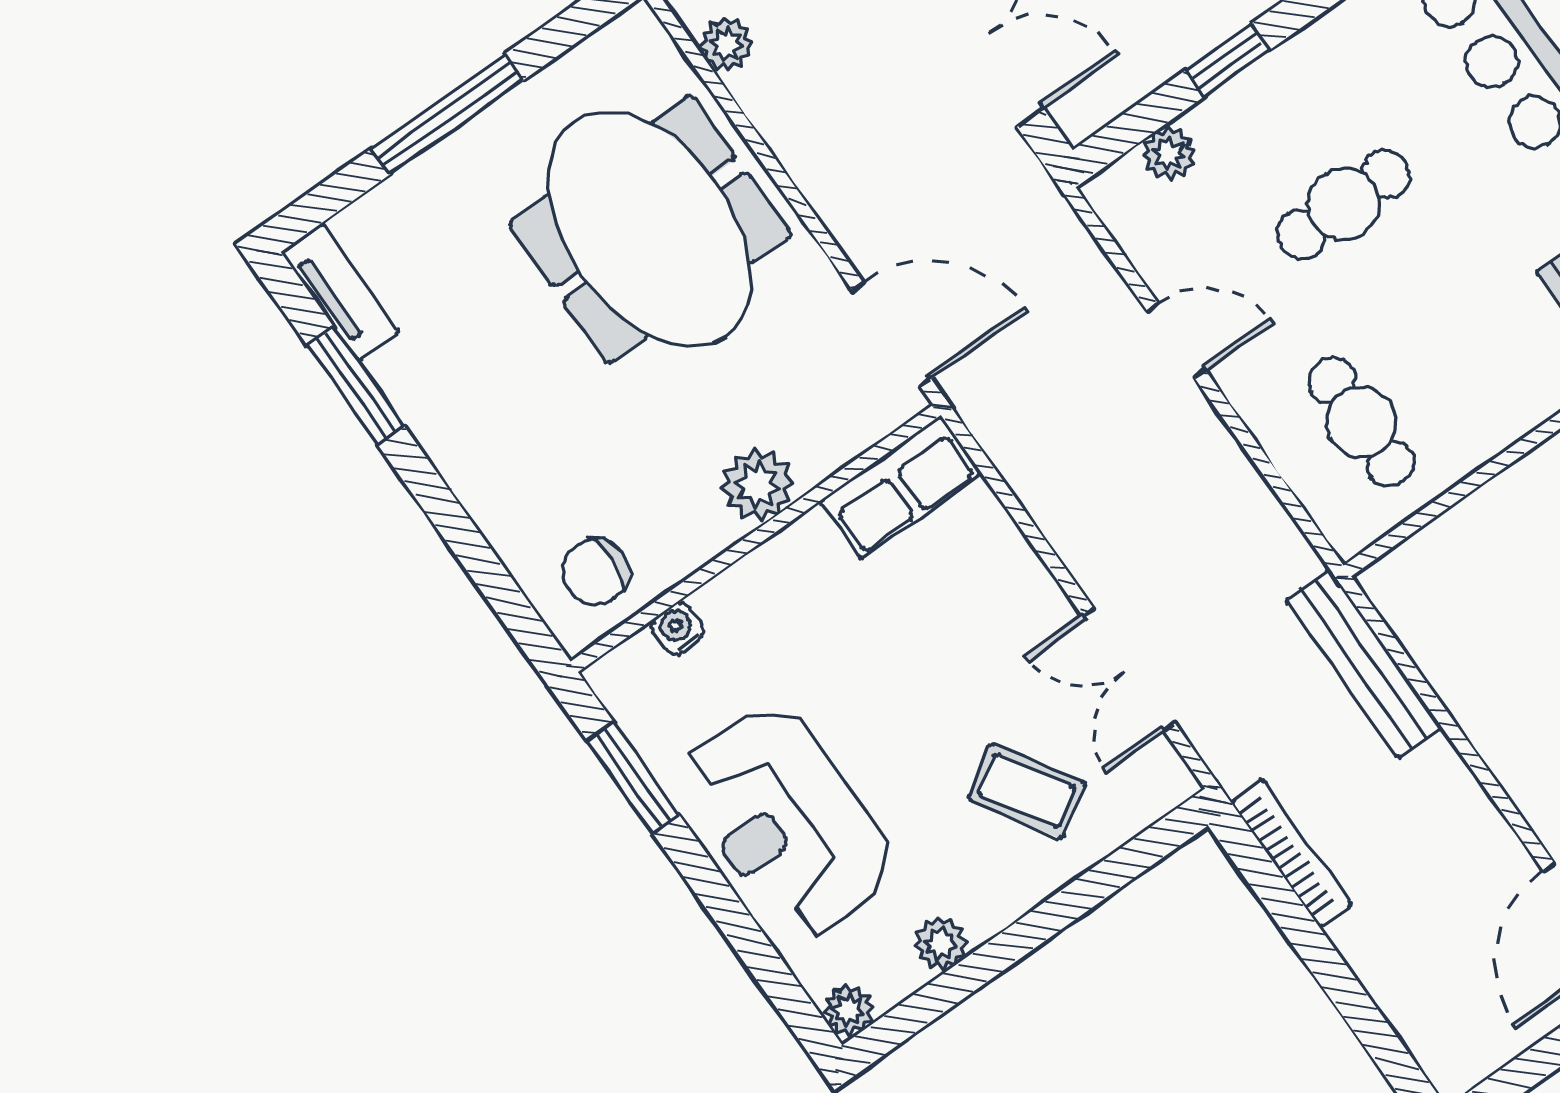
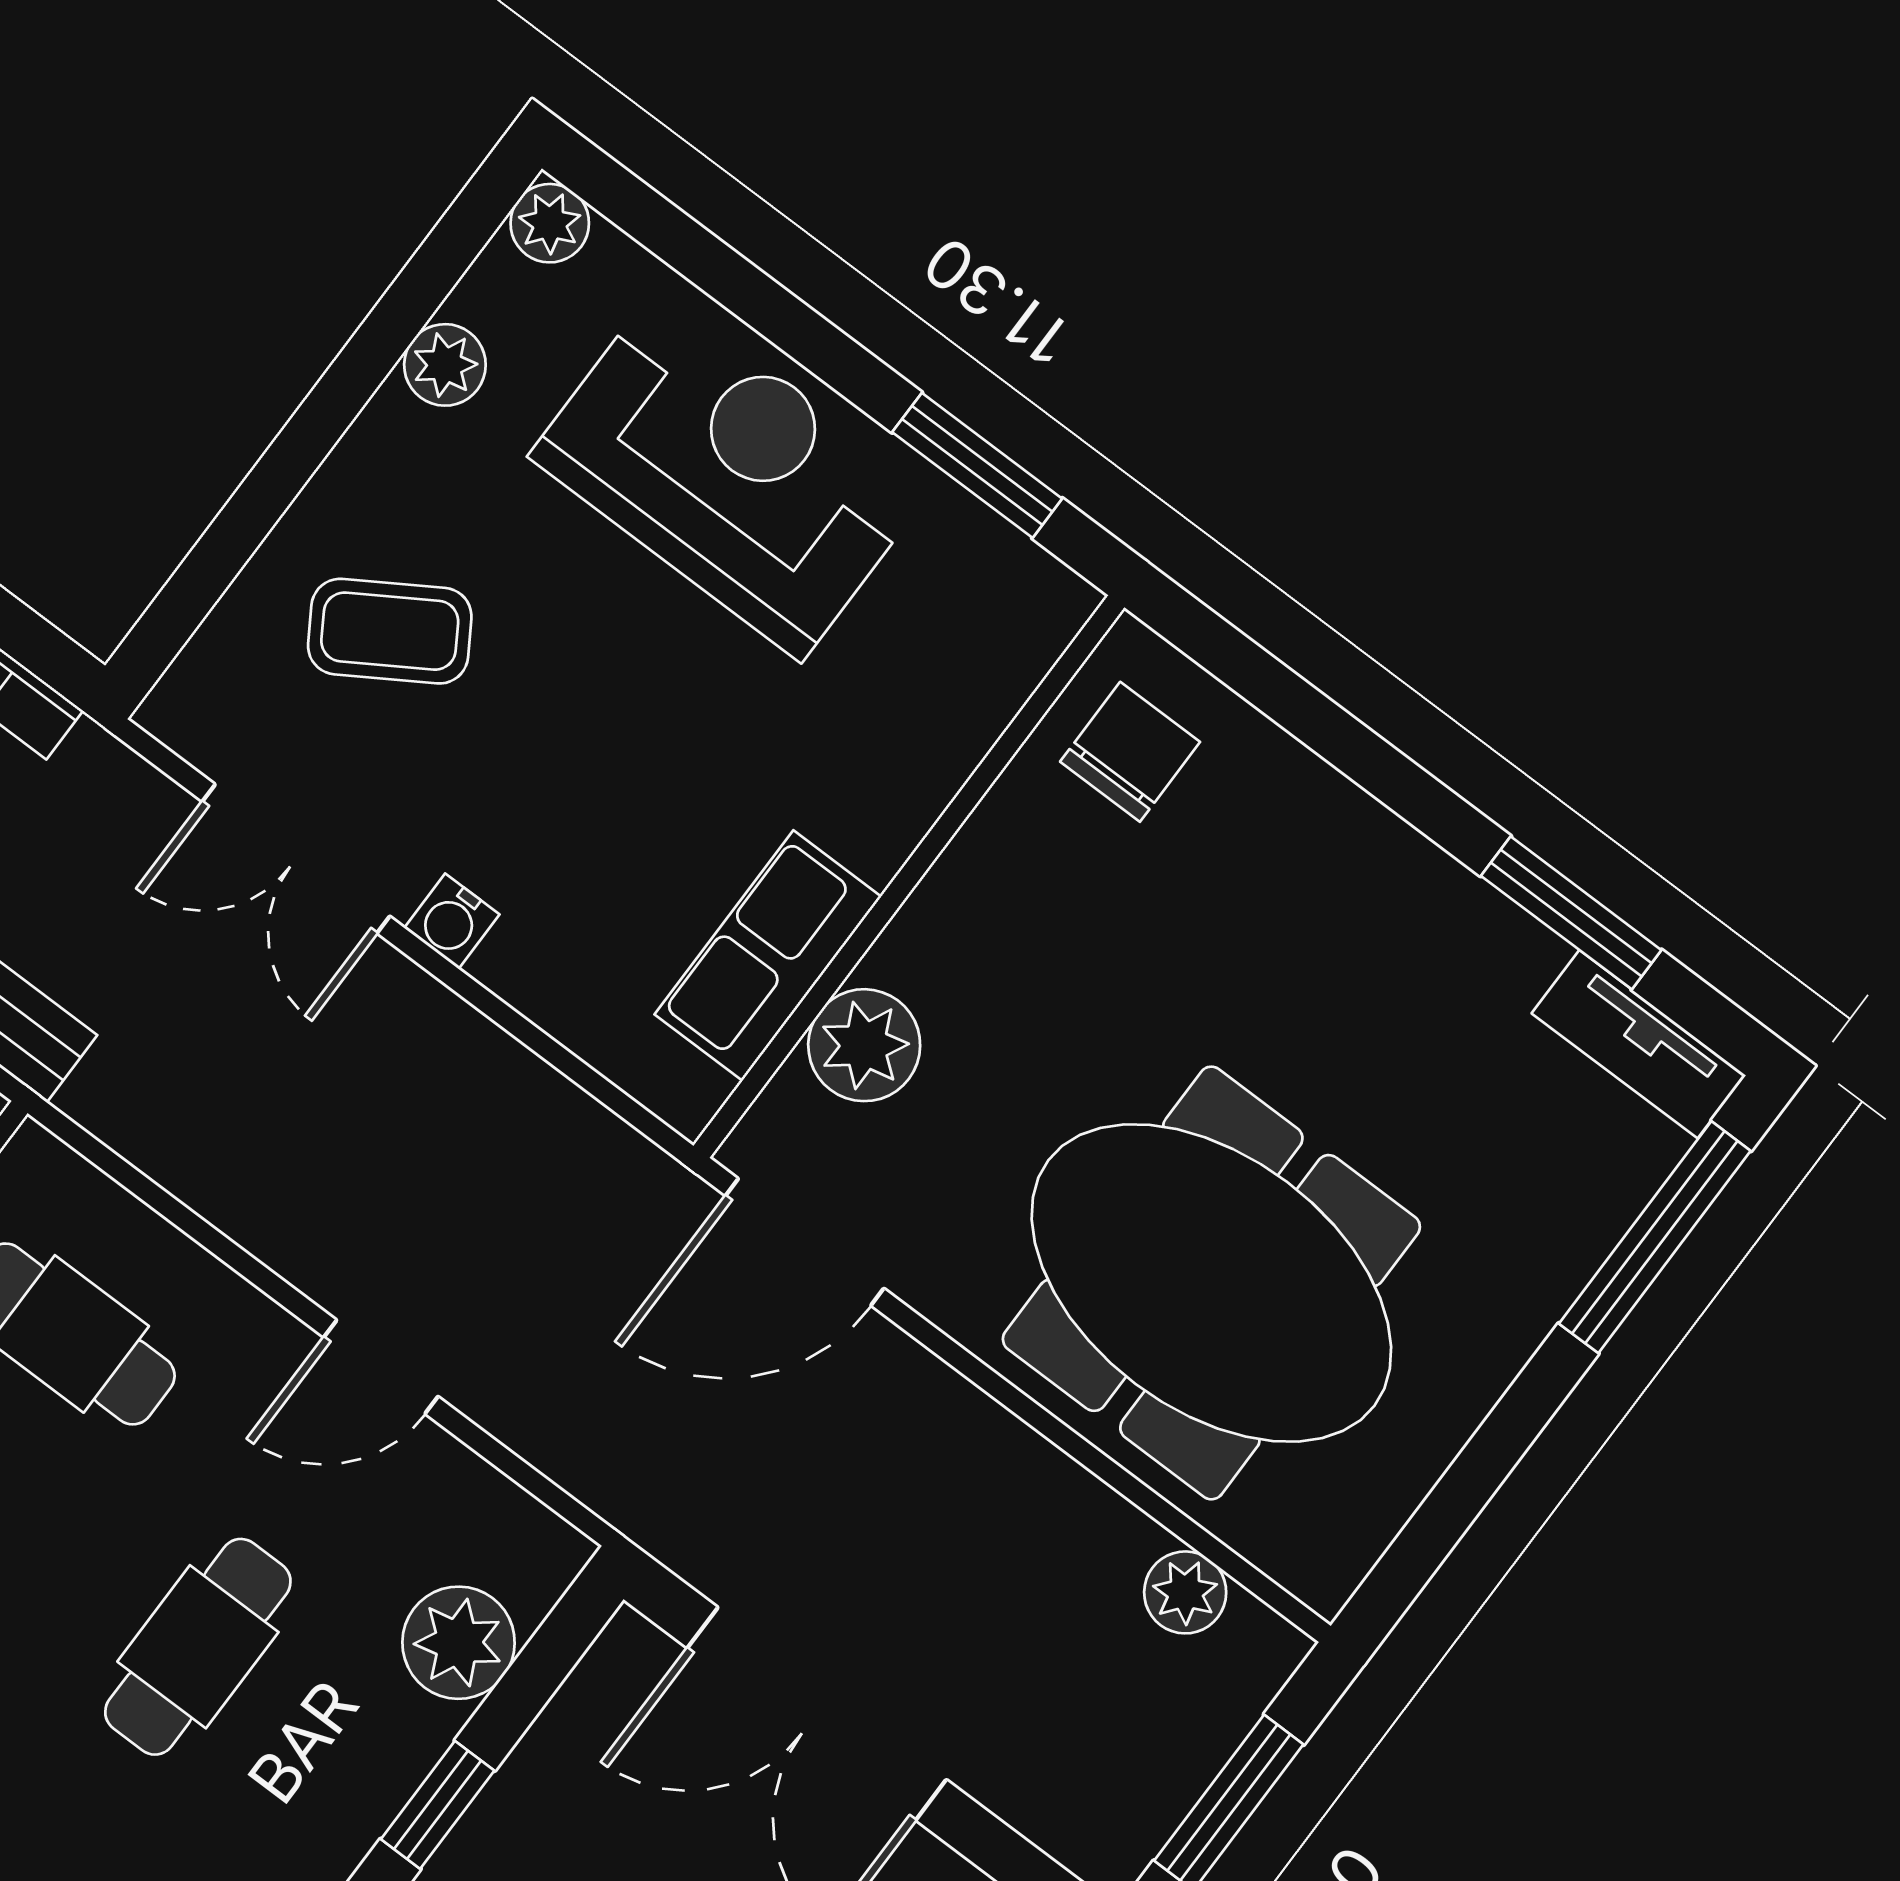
window: (447, 114) -> (1655, 1237), moved
plant: (1169, 153) -> (459, 1643), width x1.38, depth x1.38
plant: (757, 485) -> (864, 1045), moved
row of seats: (901, 487) -> (768, 955), moved
water cooler: (678, 628) -> (452, 921), moved, turned 90
double door: (1129, 669) -> (296, 859), swing flipped

